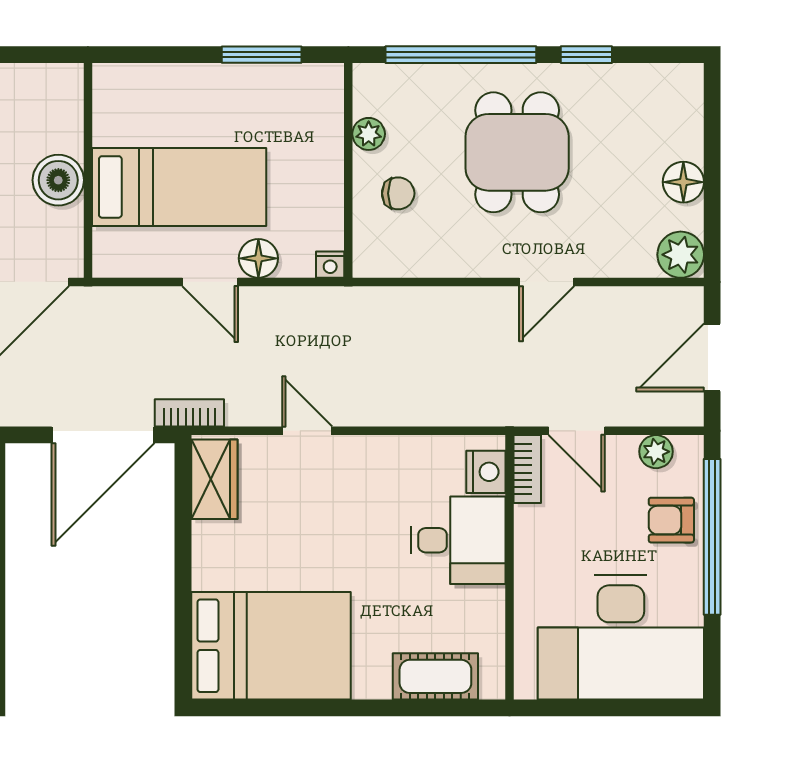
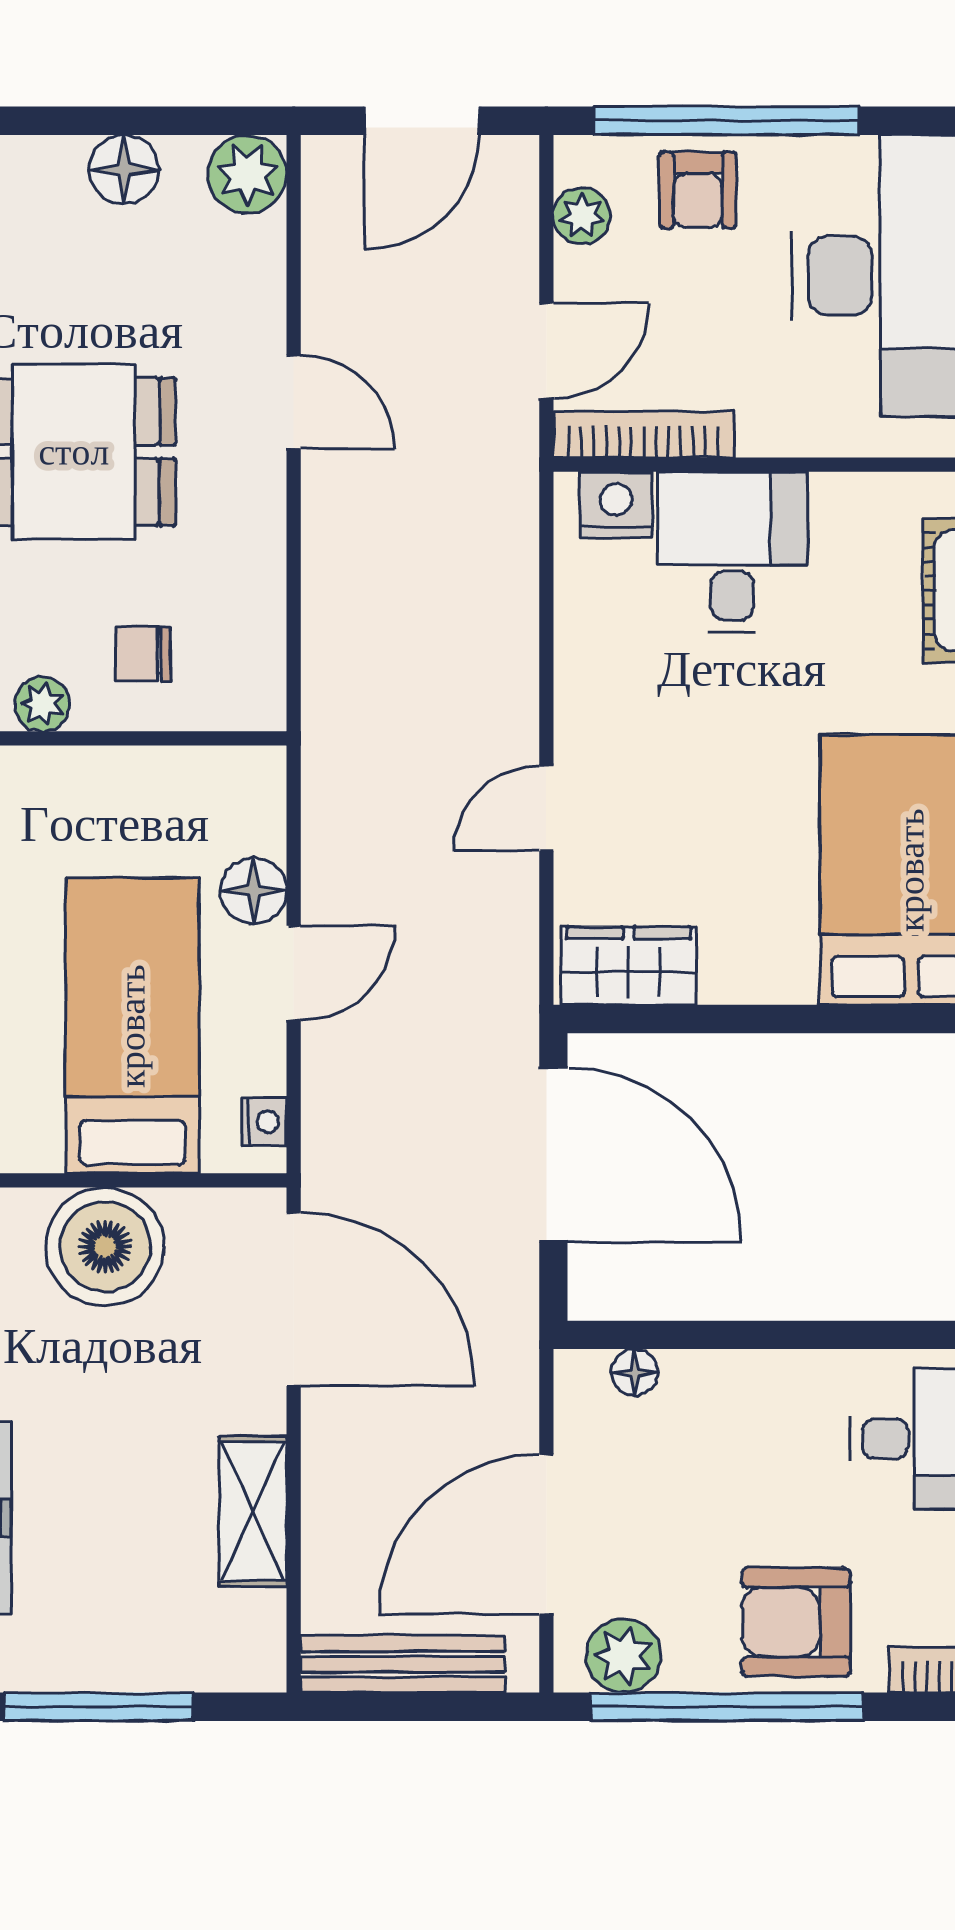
boiler: (58, 180) -> (105, 1247), width x1.37, depth x1.37
chair: (398, 193) -> (143, 654), turned -90
nightstand: (330, 265) -> (264, 1122), moved
door: (712, 357) -> (422, 121), hinge flipped
bookcase: (189, 413) -> (516, 1008), removed
bookcase: (527, 469) -> (644, 434), width x1.56

